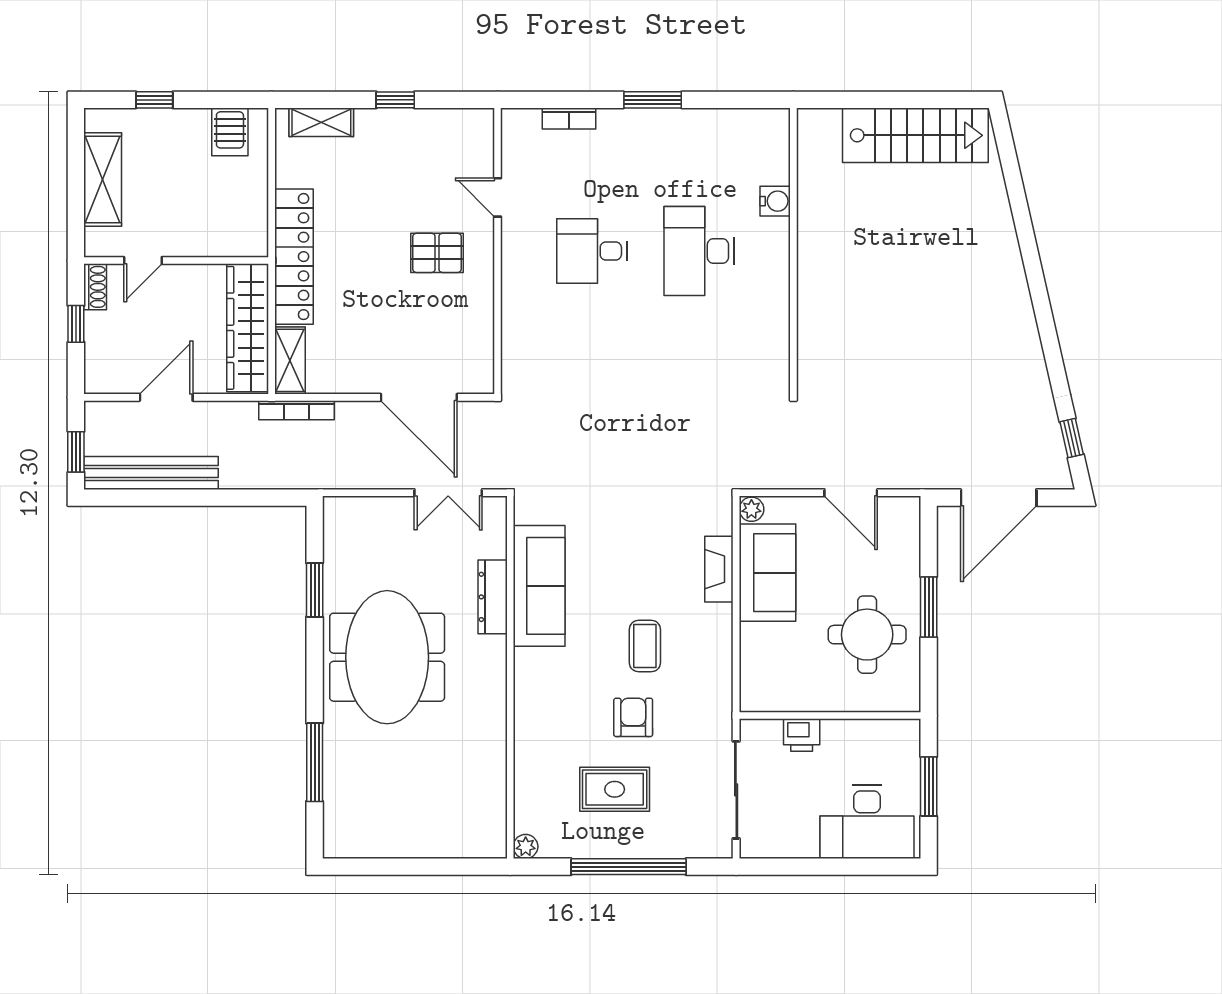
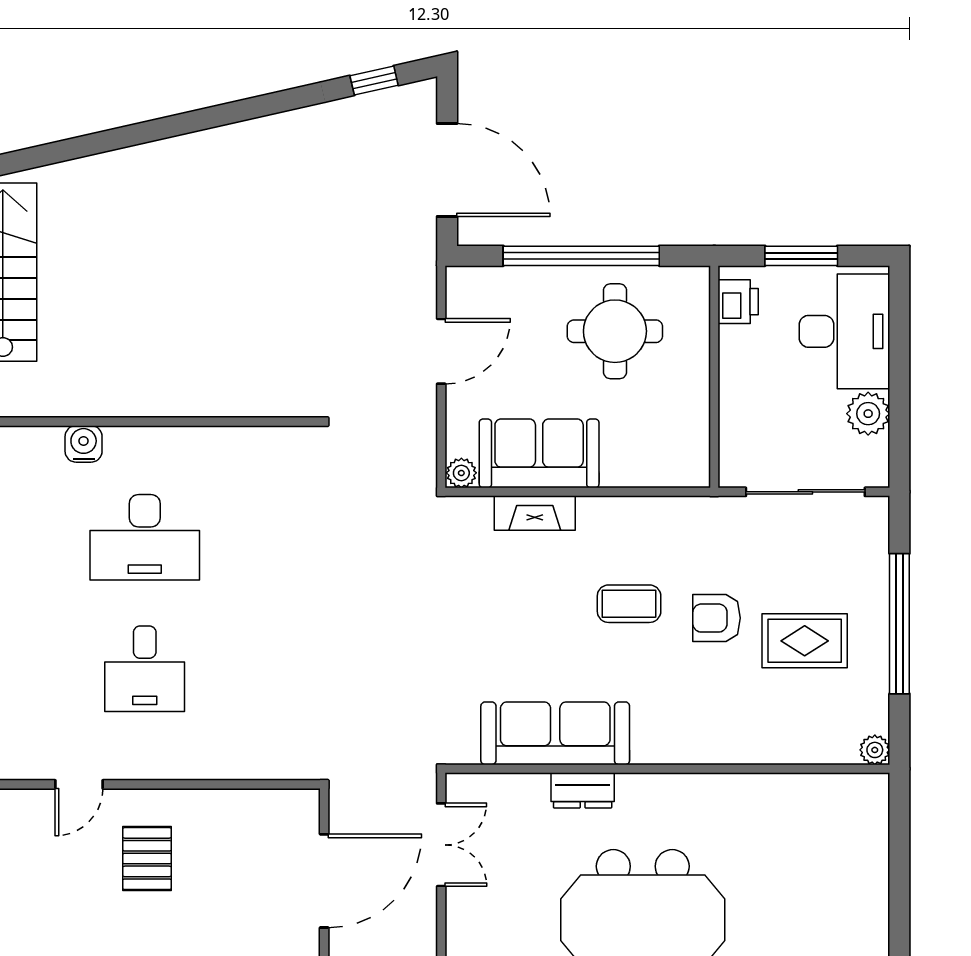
dresser: (493, 597) -> (583, 790), width x0.70
window: (929, 607) -> (581, 256), width x2.11
printer: (802, 735) -> (738, 302), moved
rug: (615, 789) -> (805, 641), turned 90
plant: (800, 841) -> (868, 414), added

